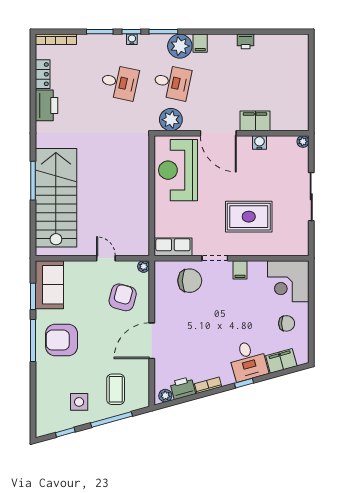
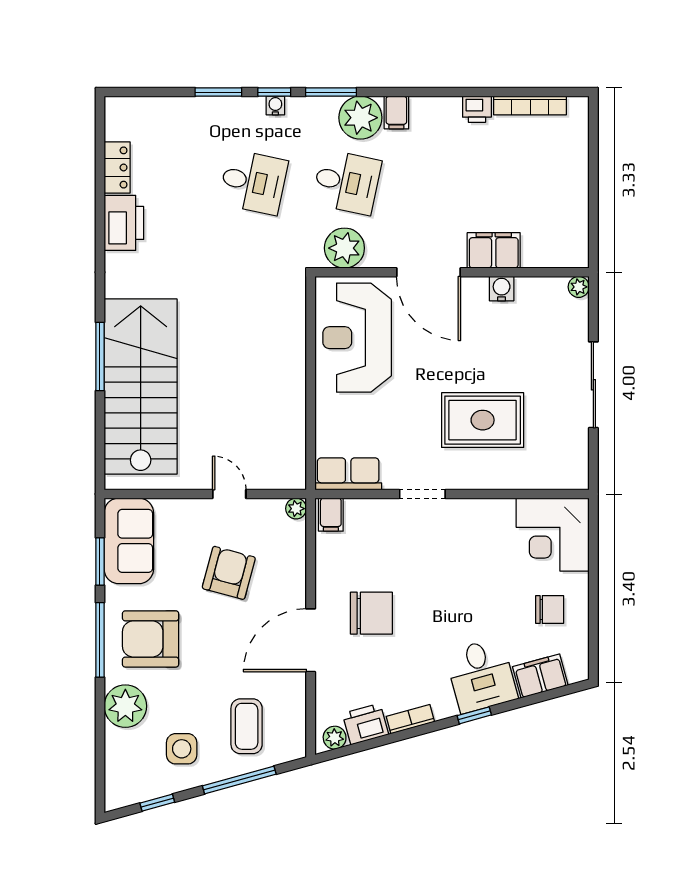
bookcase: (56, 39) -> (530, 106), moved
filing cabinet: (240, 270) -> (331, 515), moved
chair: (190, 281) -> (371, 613), moved
armchair: (123, 297) -> (229, 573), moved
plant: (47, 378) -> (125, 706), added

